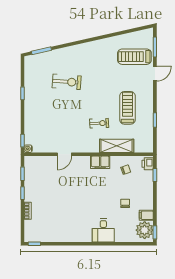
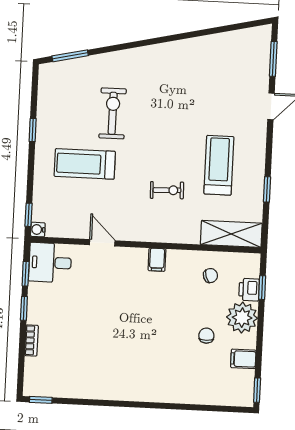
treadmill: (134, 57) -> (85, 164), moved
exercise bike: (67, 82) -> (113, 113), turned -94
shelving: (117, 146) -> (231, 234), moved
door: (64, 154) -> (102, 243), swing flipped
filing cabinet: (100, 162) -> (157, 260), width x0.50
printer: (148, 164) -> (249, 290), moved
desk: (103, 230) -> (50, 263), moved, turned 90
plant: (145, 230) -> (242, 318), moved

